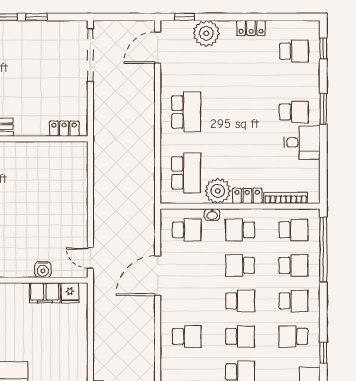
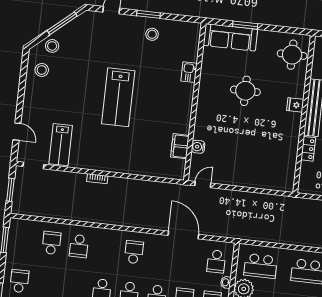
locker: (64, 129) -> (308, 149), moved
fridge: (70, 293) -> (178, 166), removed
school desk: (187, 336) -> (134, 252), turned 180

